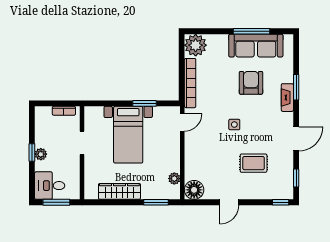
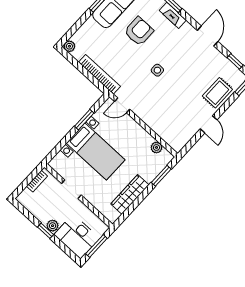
plant: (196, 45) -> (69, 46), width x0.53, depth x0.53
armchair: (251, 83) -> (139, 31), turned 90
door: (182, 122) -> (122, 105), swing flipped
rug: (254, 163) -> (217, 93), moved
desk: (50, 186) -> (77, 236), width x1.37
floor lamp: (194, 190) -> (177, 141), removed

